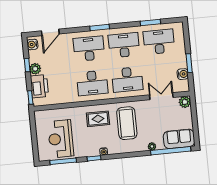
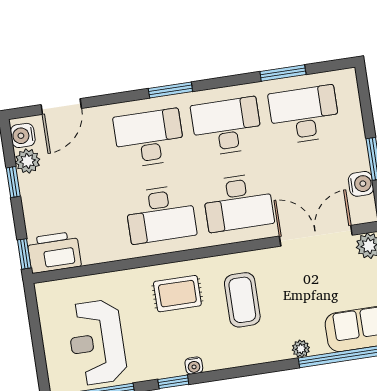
plant: (35, 69) -> (28, 161), moved
printer: (39, 86) -> (54, 252), moved, turned -90
double door: (161, 96) -> (316, 236), width x1.37
coffee table: (127, 123) -> (242, 300), width x0.73, depth x0.76

